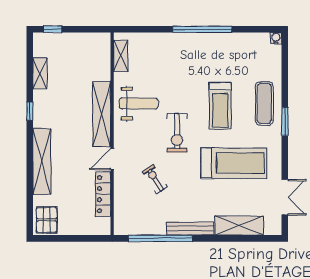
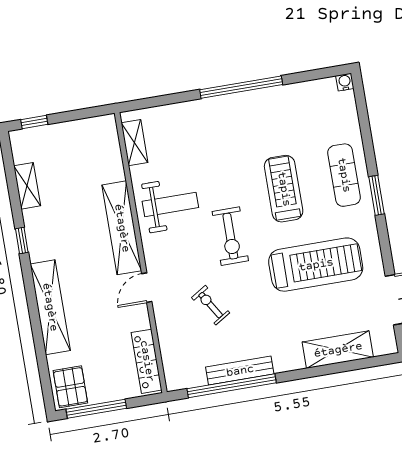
treadmill: (220, 106) -> (284, 189), turned 180
locker: (103, 194) -> (147, 361), moved
bench: (190, 229) -> (240, 371), moved
window: (62, 238) -> (96, 409), added

